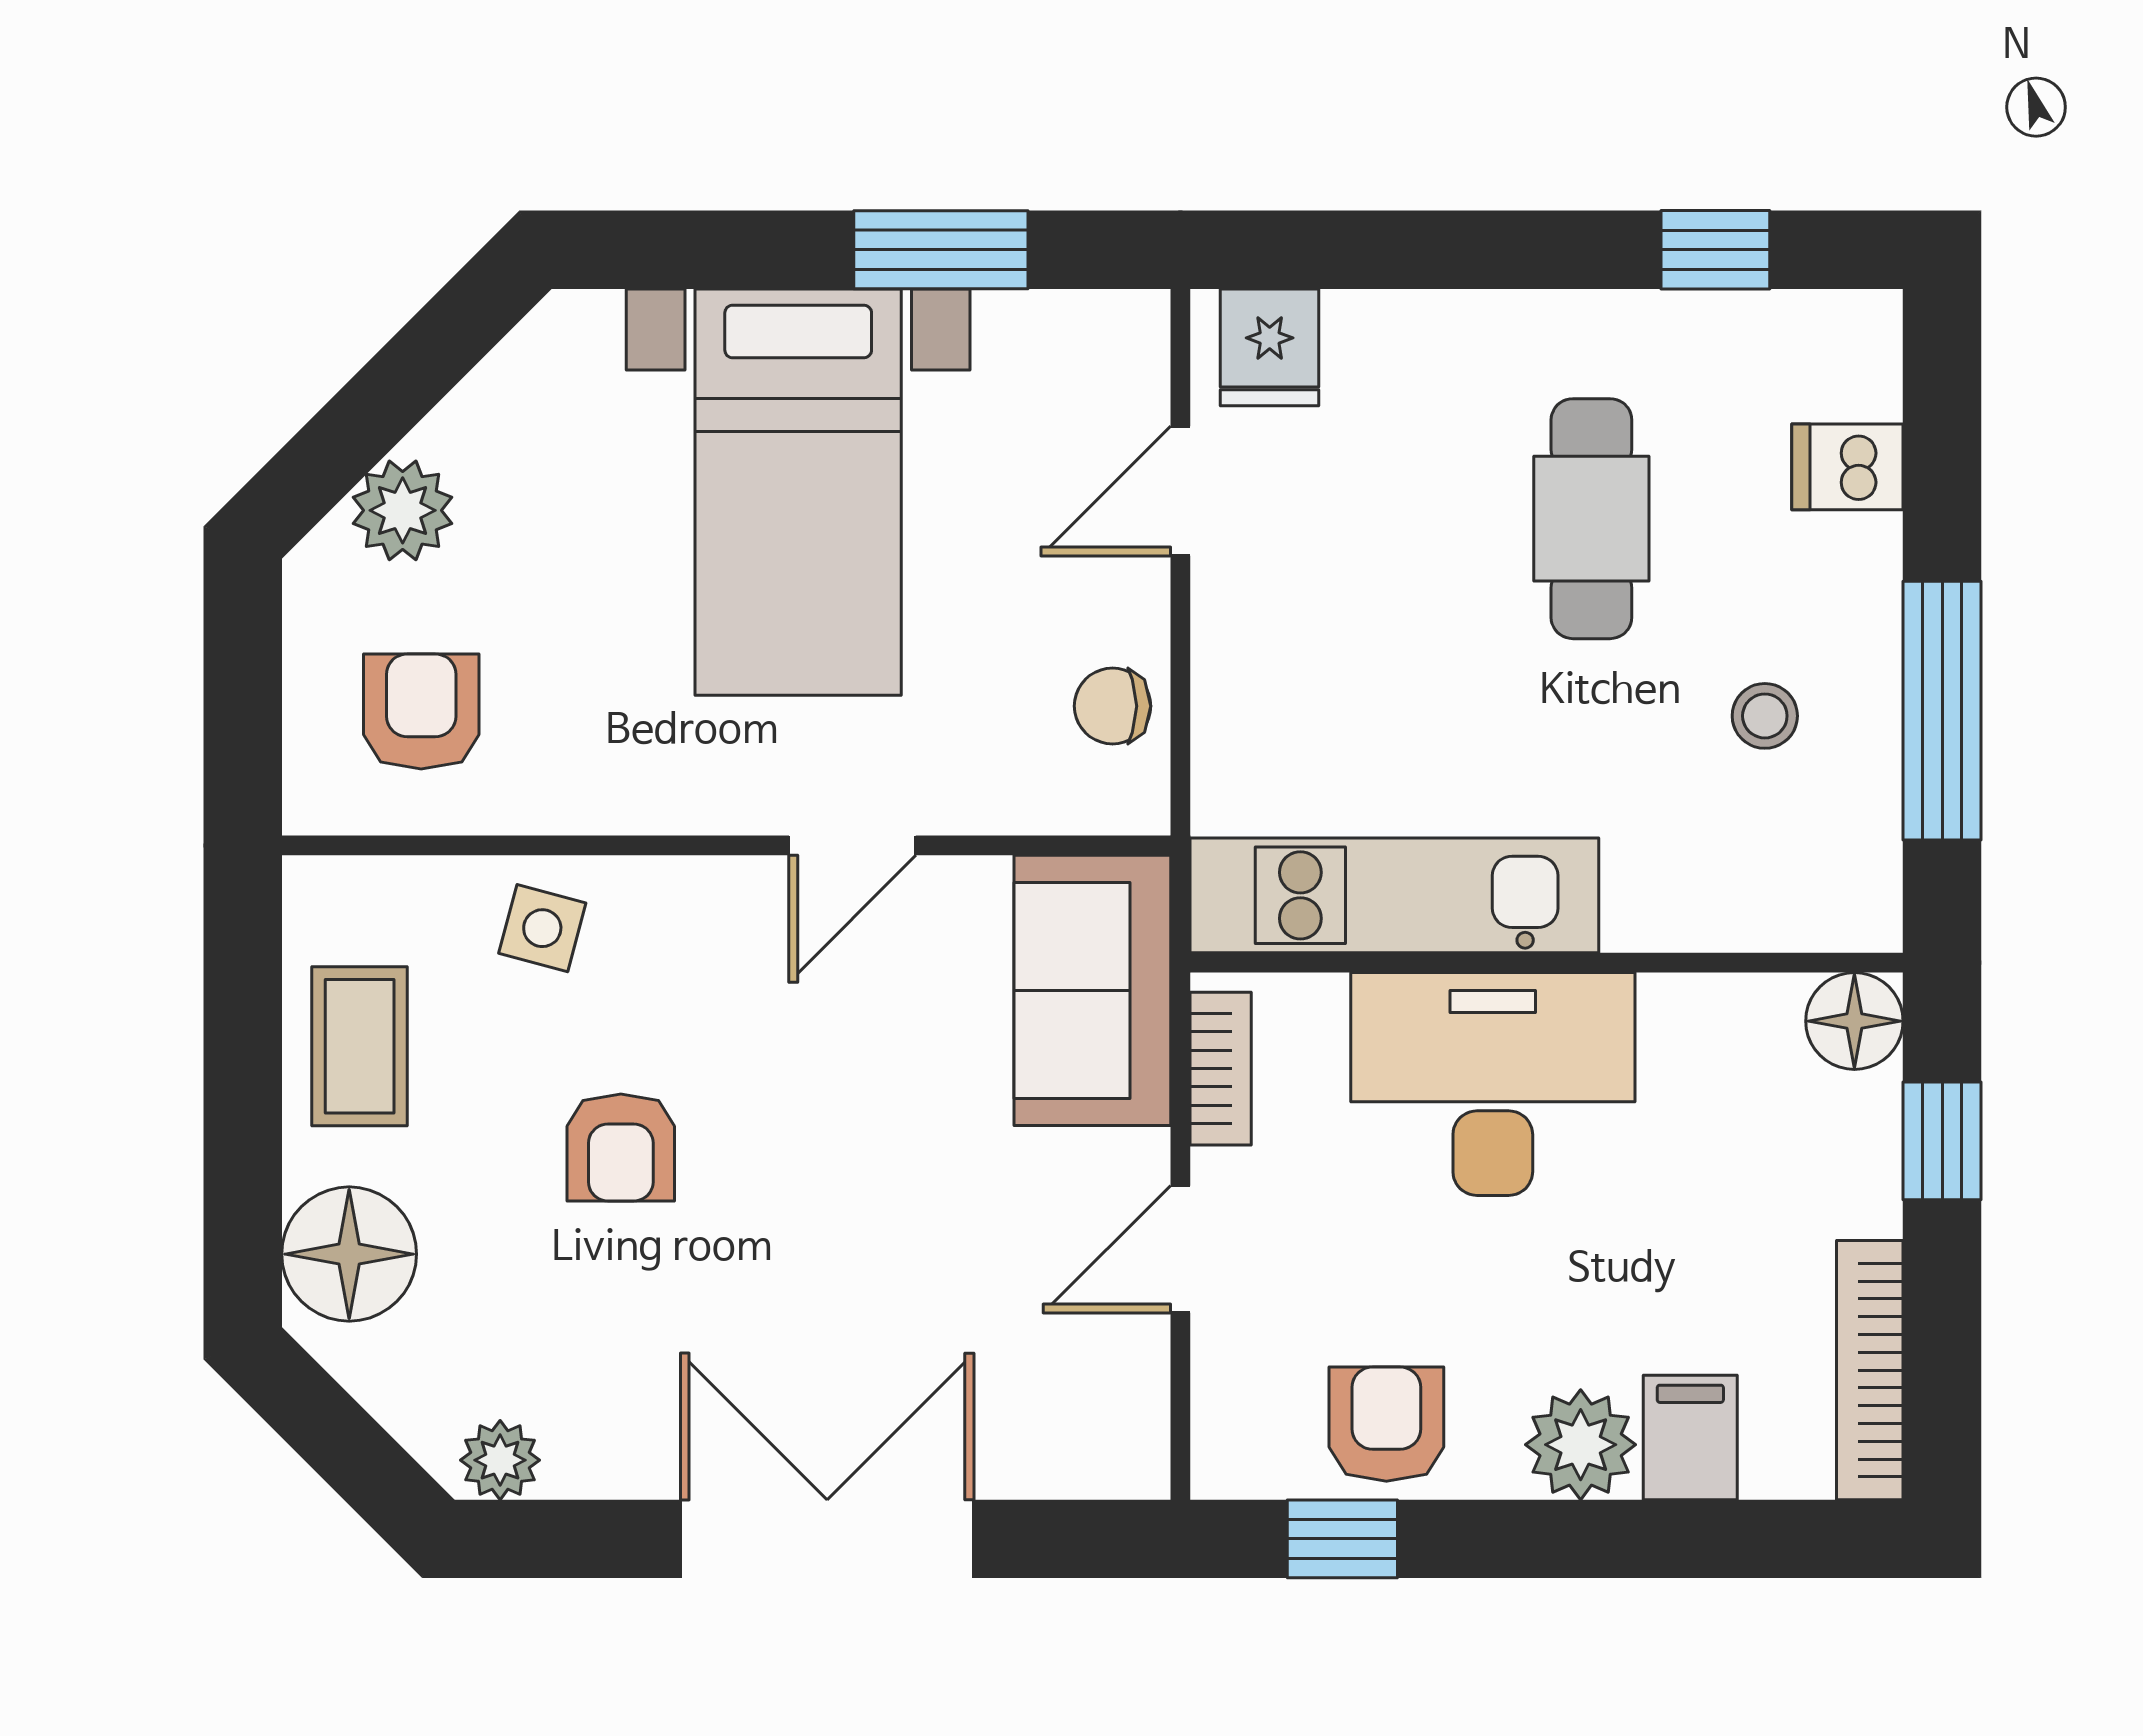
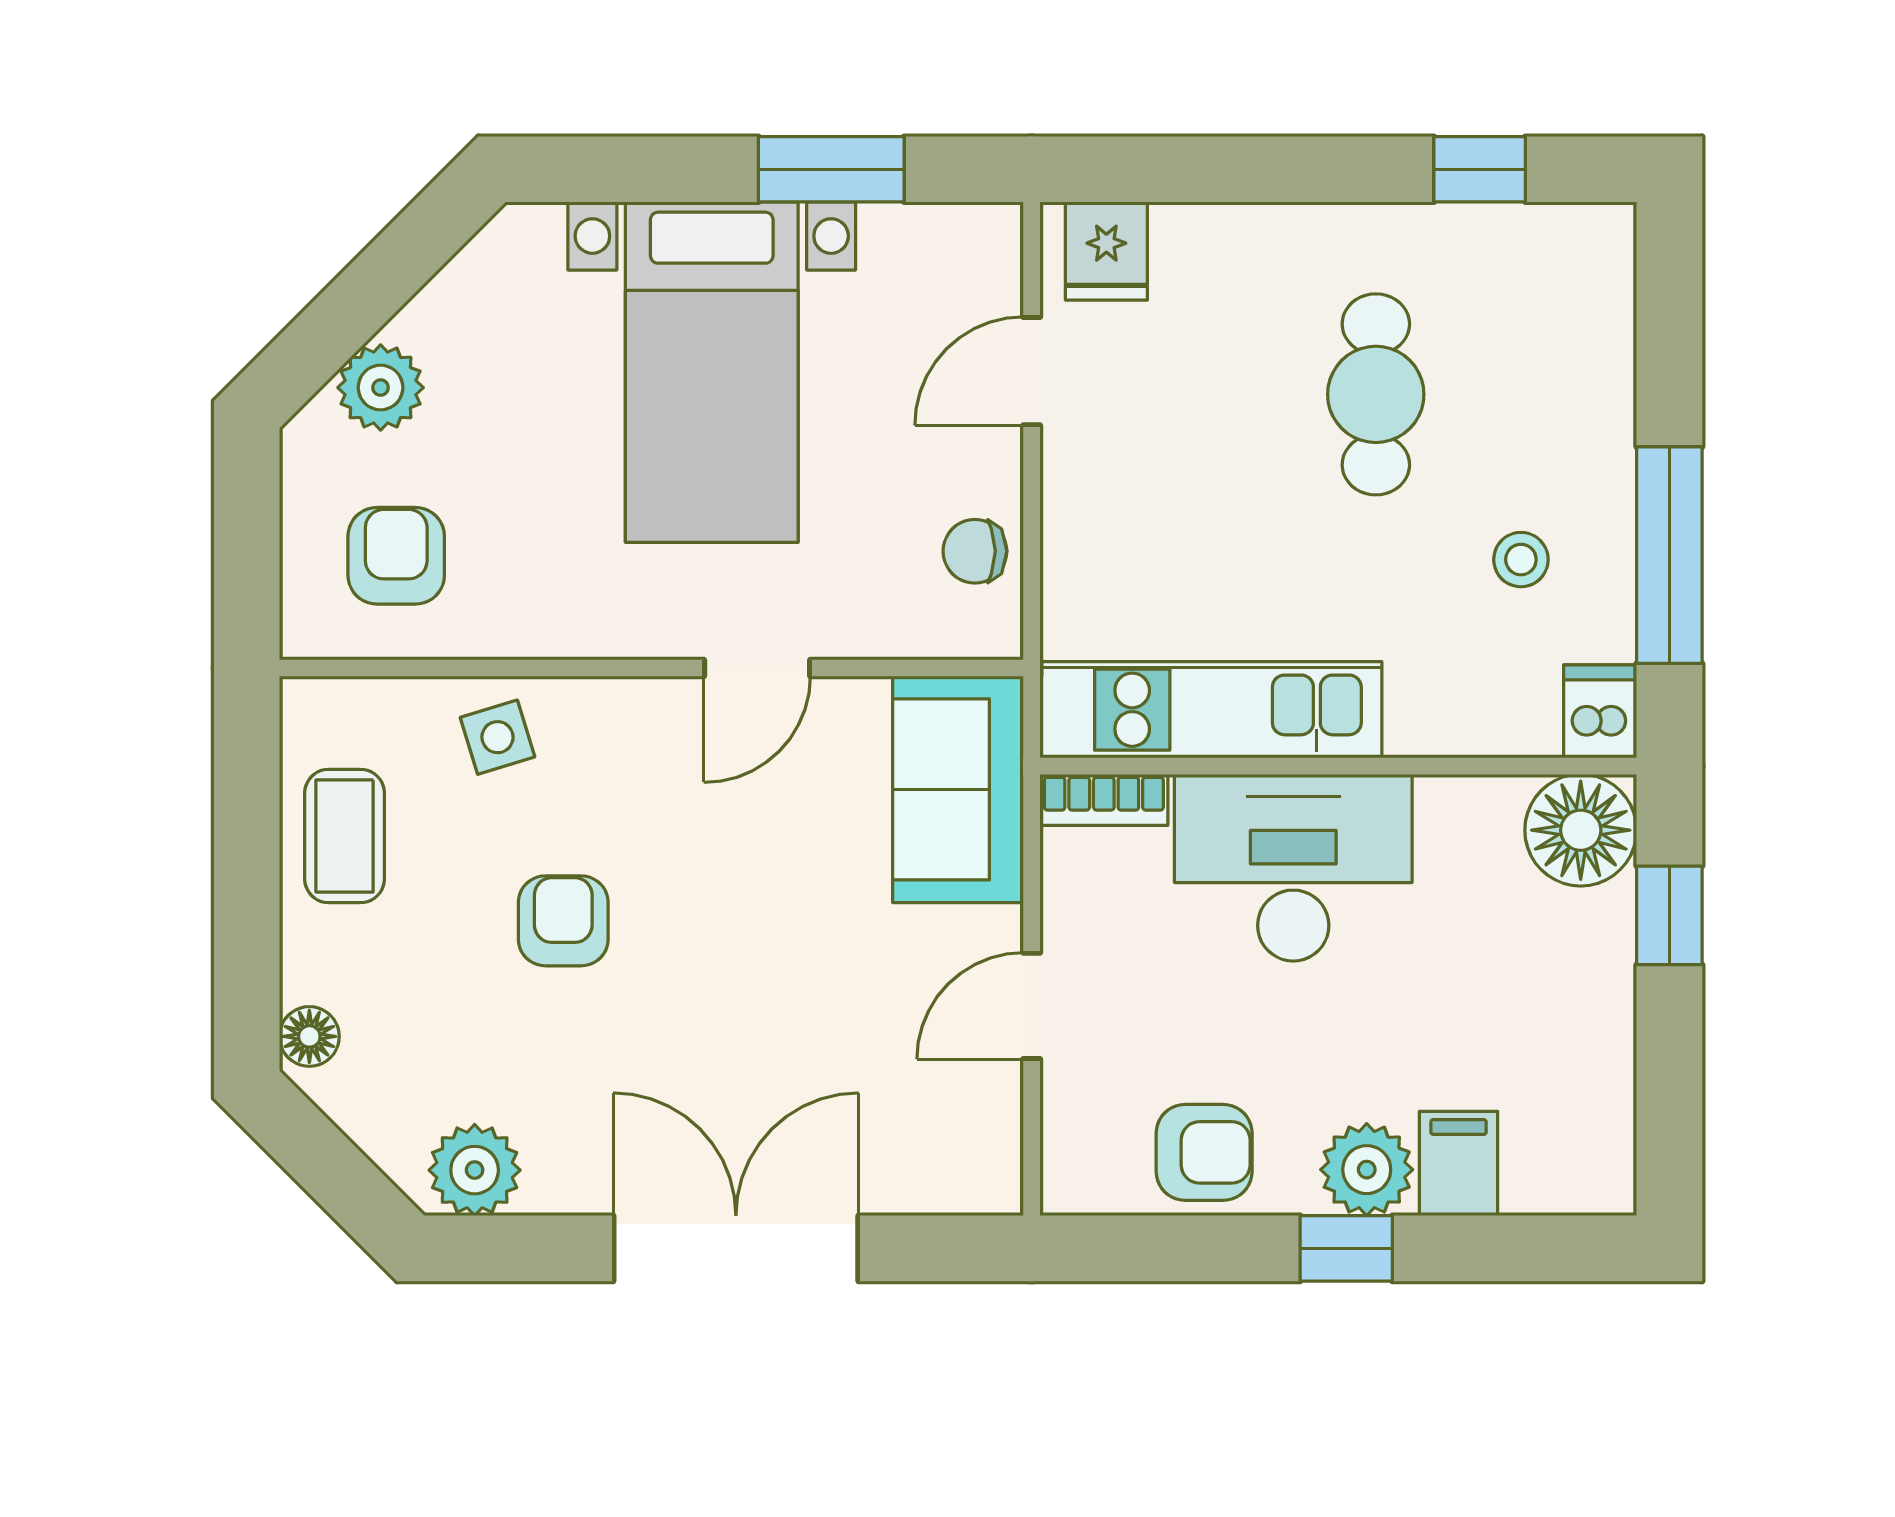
dishwasher: (1847, 467) -> (1600, 711), moved, turned 90
side table: (542, 928) -> (498, 737), turned -32
floor lamp: (1854, 1021) -> (1581, 830), width x1.38, depth x1.38
bookcase: (1221, 1069) -> (1104, 800), moved, turned 90
armchair: (621, 1148) -> (563, 921), turned 180
floor lamp: (349, 1254) -> (309, 1036), width x0.53, depth x0.53
bookcase: (1870, 1370) -> (1609, 1107), removed
armchair: (1386, 1424) -> (1204, 1152), turned 90
plant: (500, 1460) -> (475, 1170), width x1.38, depth x1.38
window: (1342, 1539) -> (1346, 1248), moved

